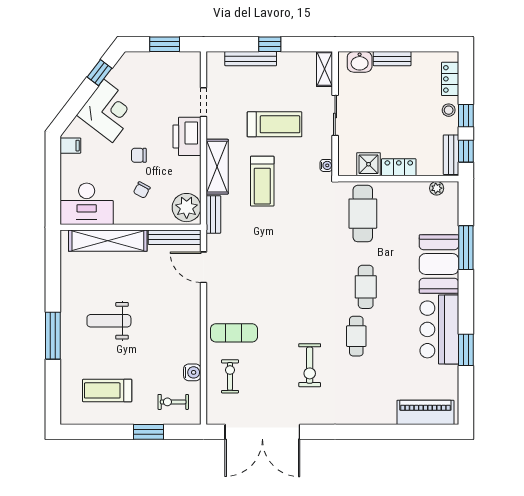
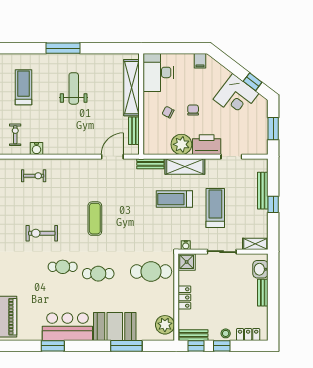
corner desk: (108, 111) -> (236, 96), moved
treadmill: (275, 124) -> (215, 208), turned 180
shower: (369, 164) -> (187, 262), moved
plant: (437, 188) -> (165, 325), width x1.88, depth x1.88
plant: (187, 208) -> (181, 144), moved
bench: (175, 237) -> (134, 131), width x0.73
exercise mat: (234, 333) -> (95, 219), moved

